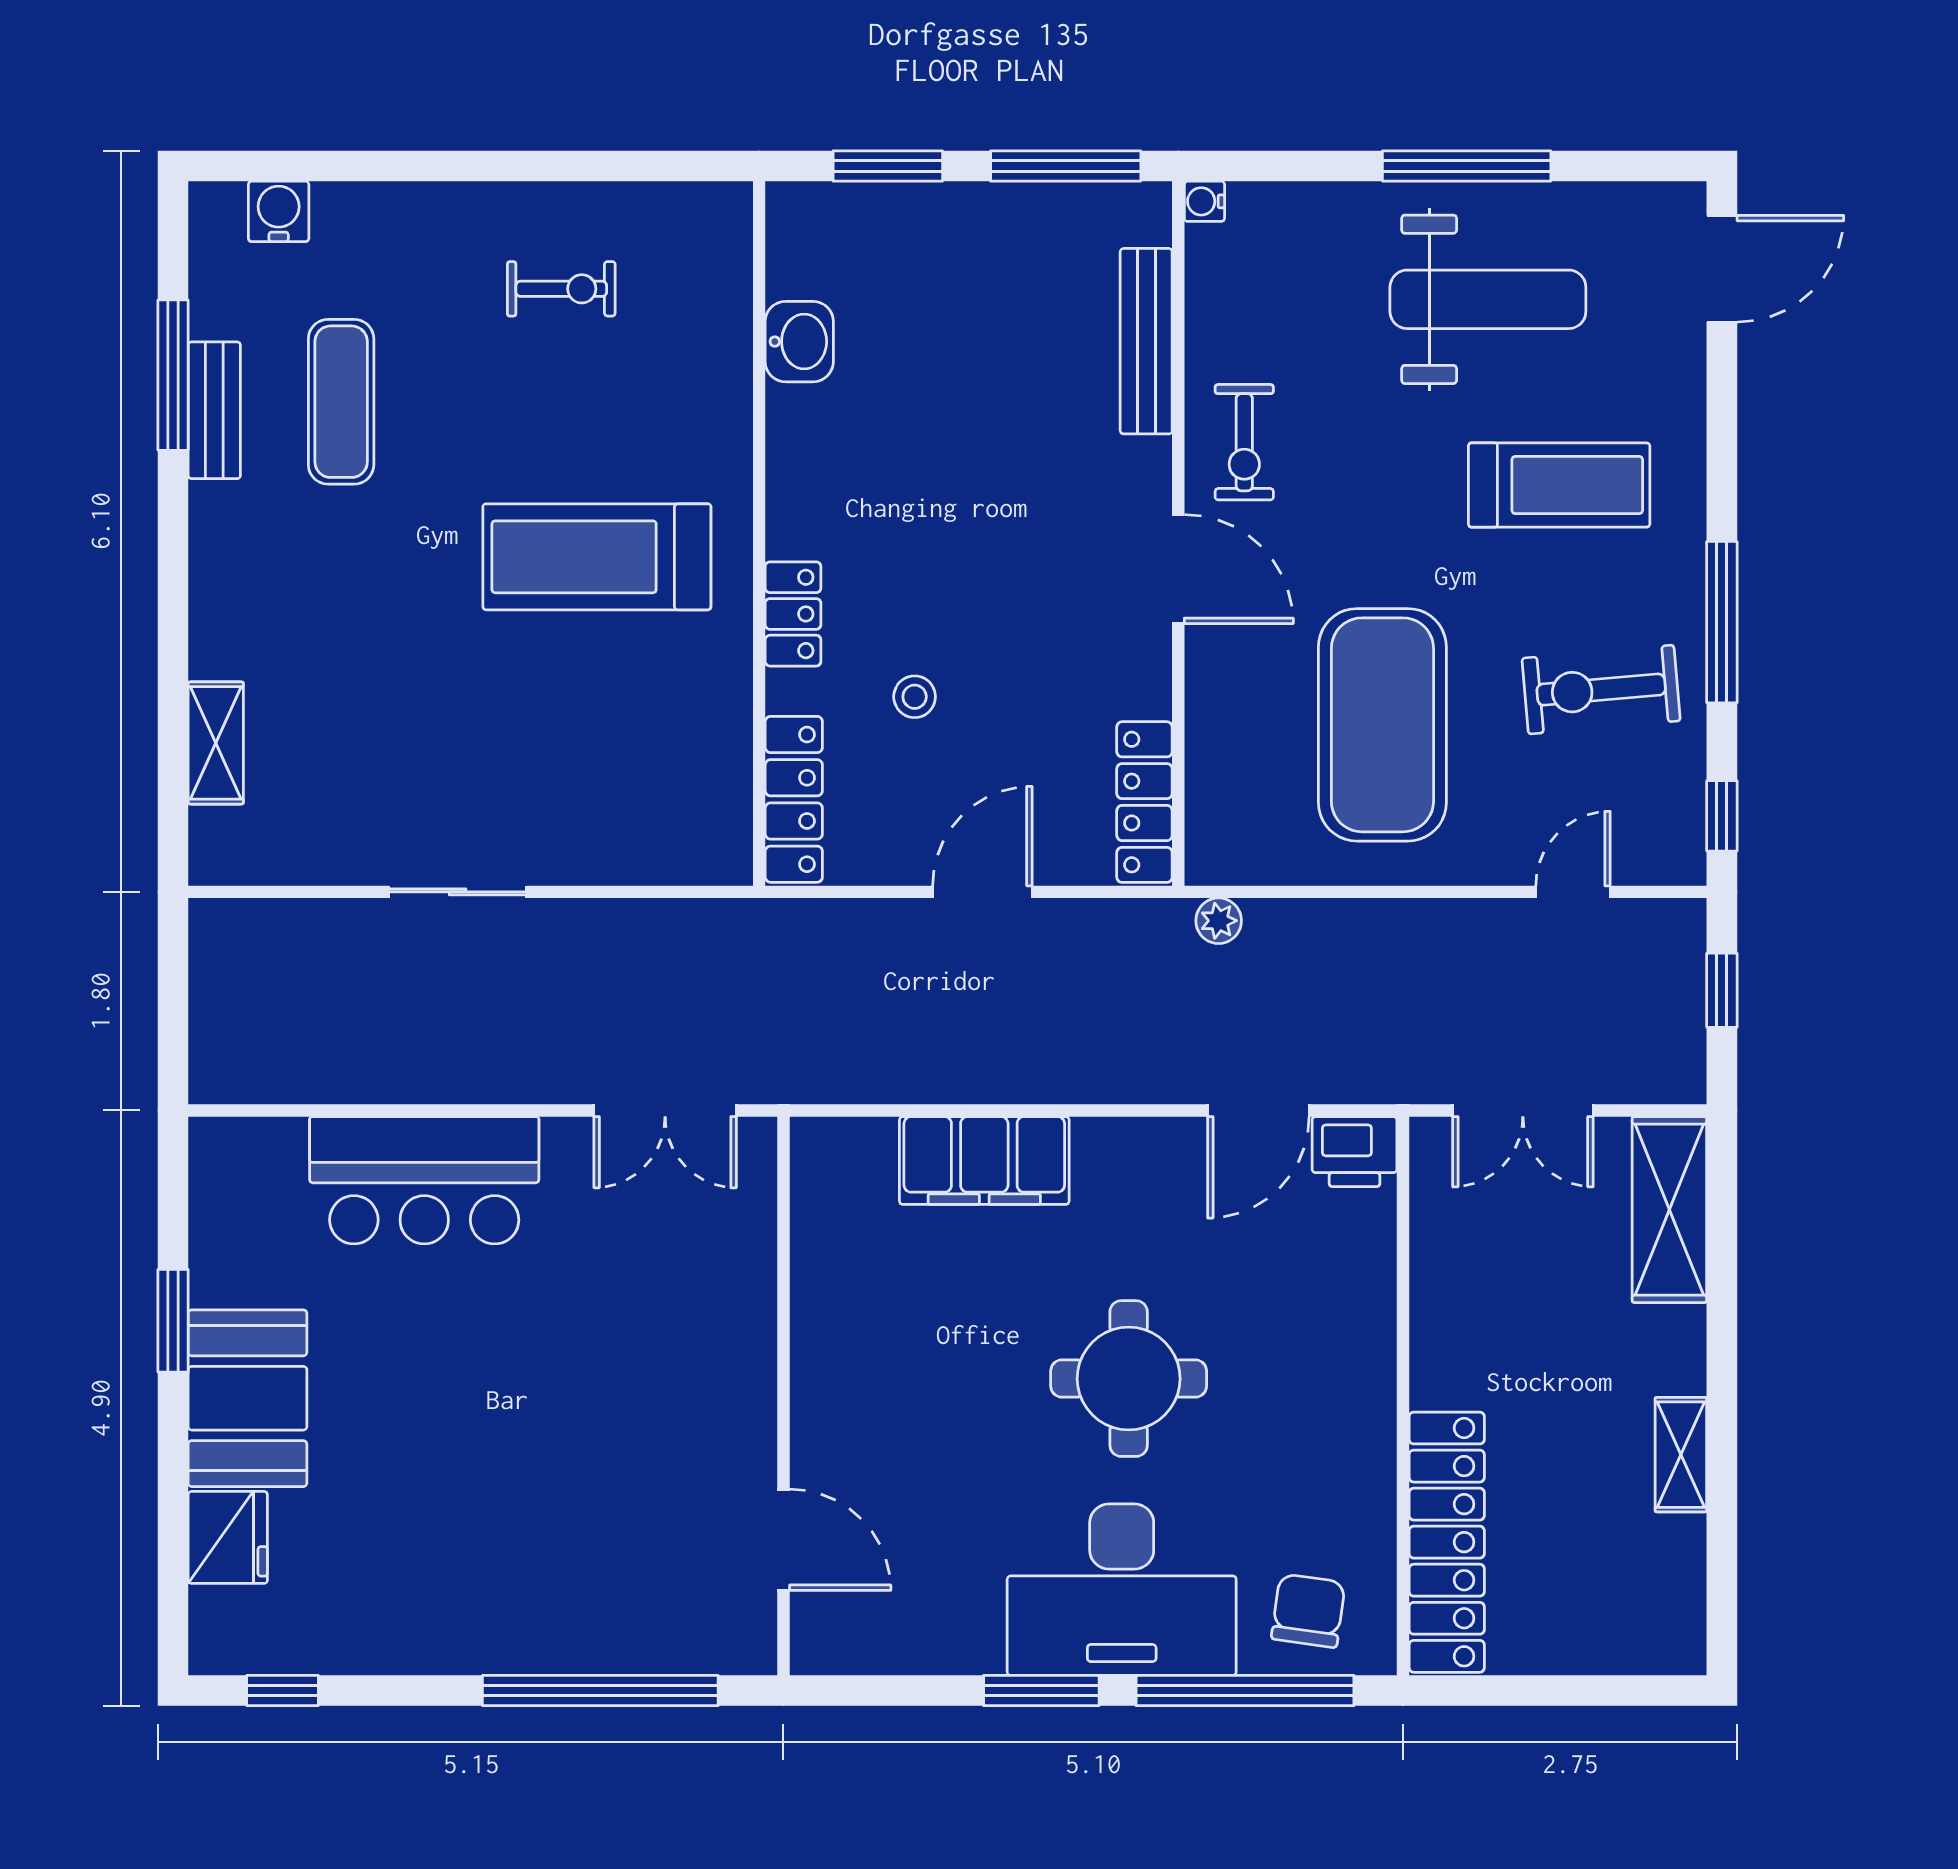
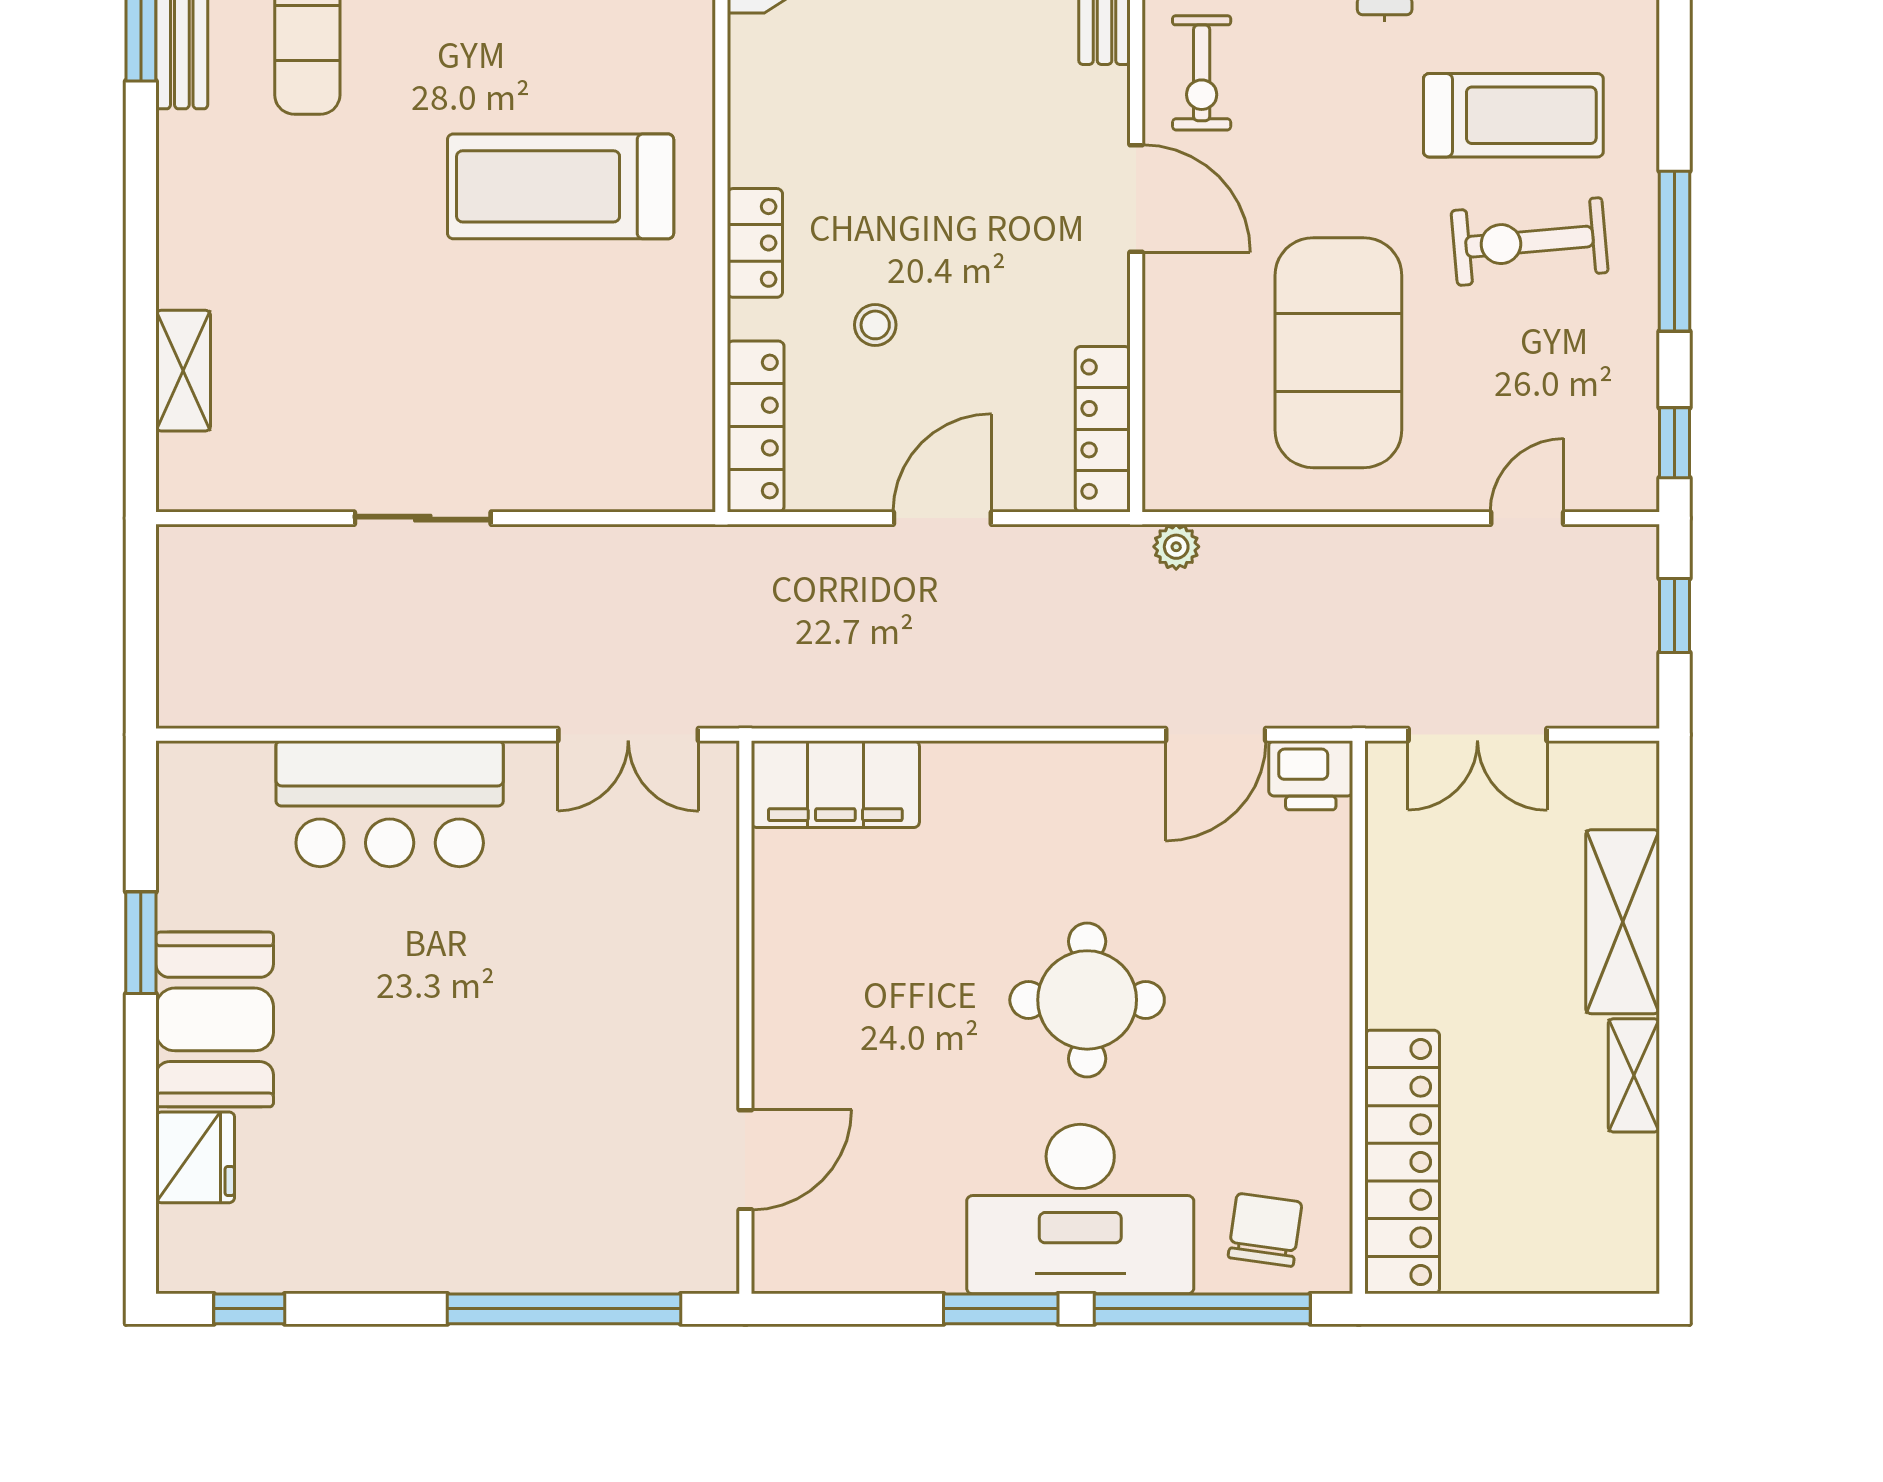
exercise bike: (1601, 690) -> (1530, 242), moved
filing cabinet: (984, 1161) -> (835, 784), moved
shelving: (1669, 1210) -> (1623, 922), moved
door: (783, 1540) -> (745, 1160), hinge flipped

